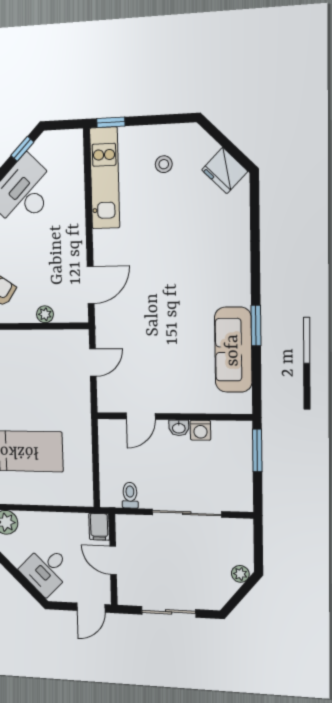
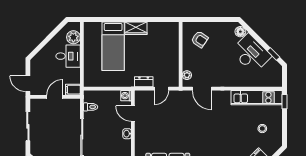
plant: (45, 314) -> (187, 75), moved
door: (93, 362) -> (161, 89), hinge flipped
dresser: (81, 396) -> (144, 82), added
washing machine: (200, 430) -> (126, 96), moved
desk: (46, 570) -> (68, 56), moved, turned 135

